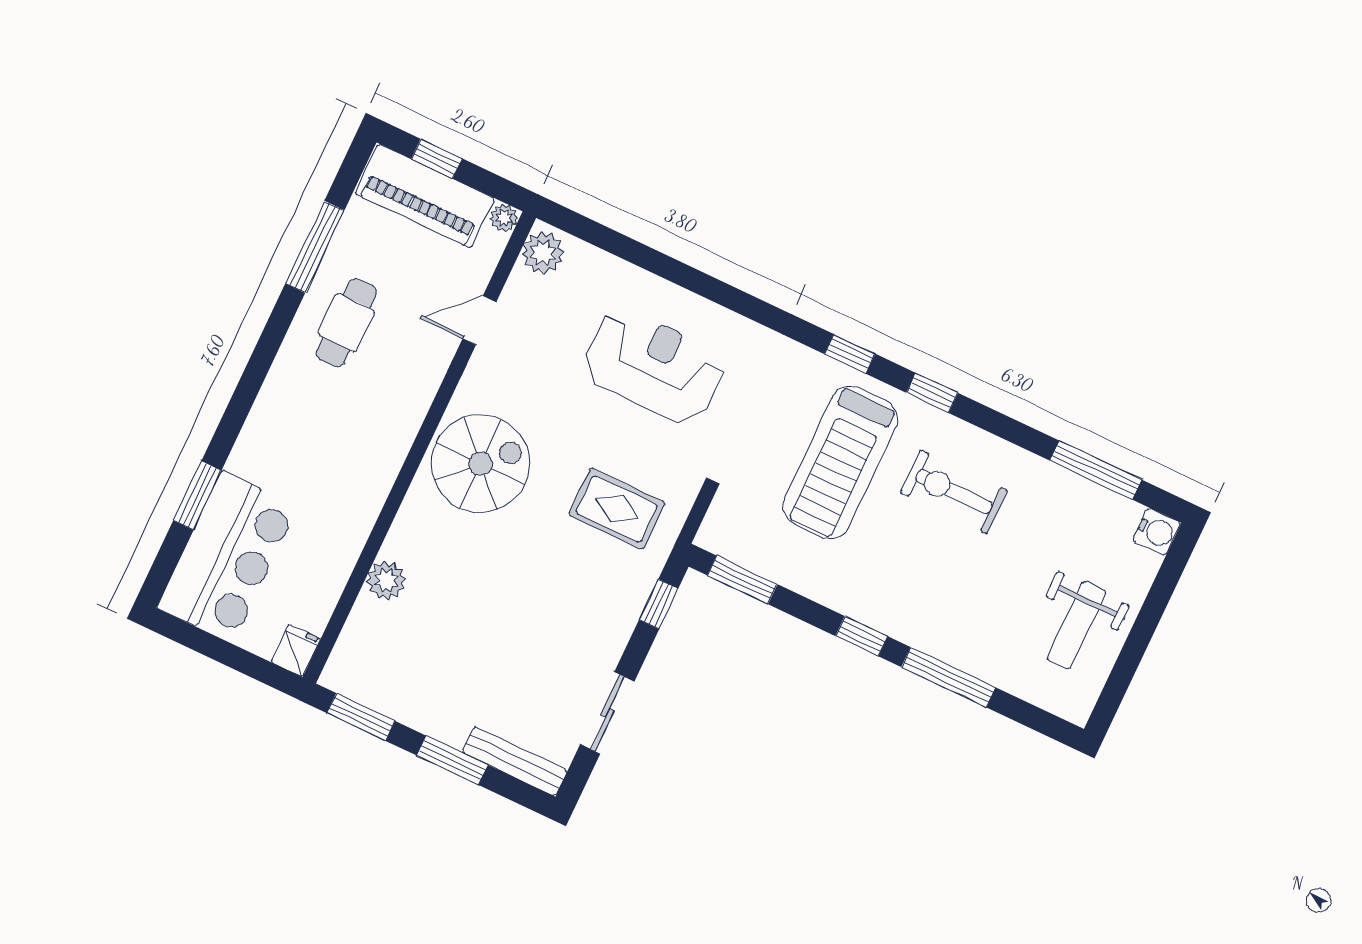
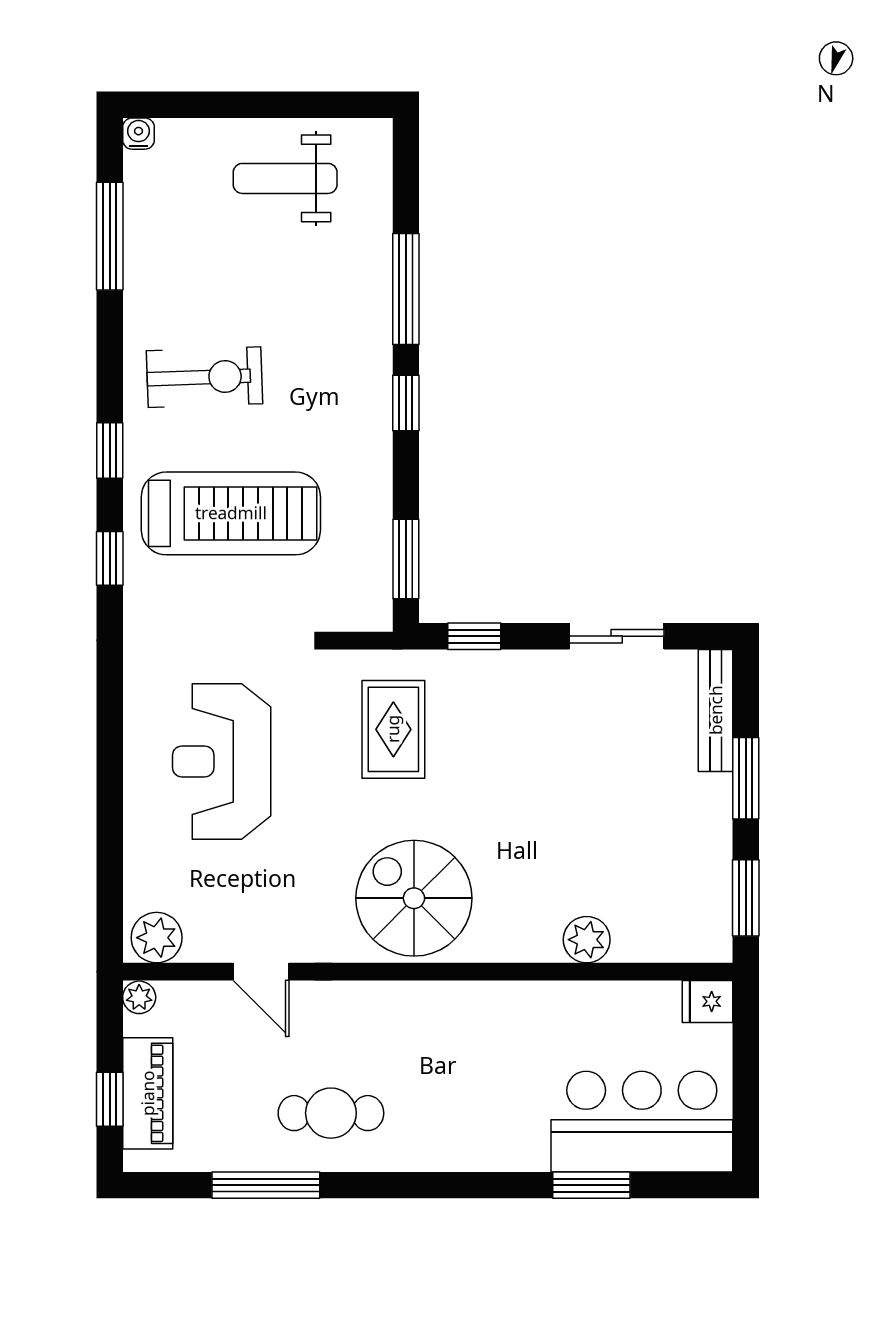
piano: (425, 196) -> (148, 1093), width x0.73, depth x0.75
exercise bike: (954, 492) -> (204, 377), turned -92
water cooler: (1157, 532) -> (138, 134), width x0.72, depth x0.72
weight bench: (1077, 625) -> (285, 178), turned 180

